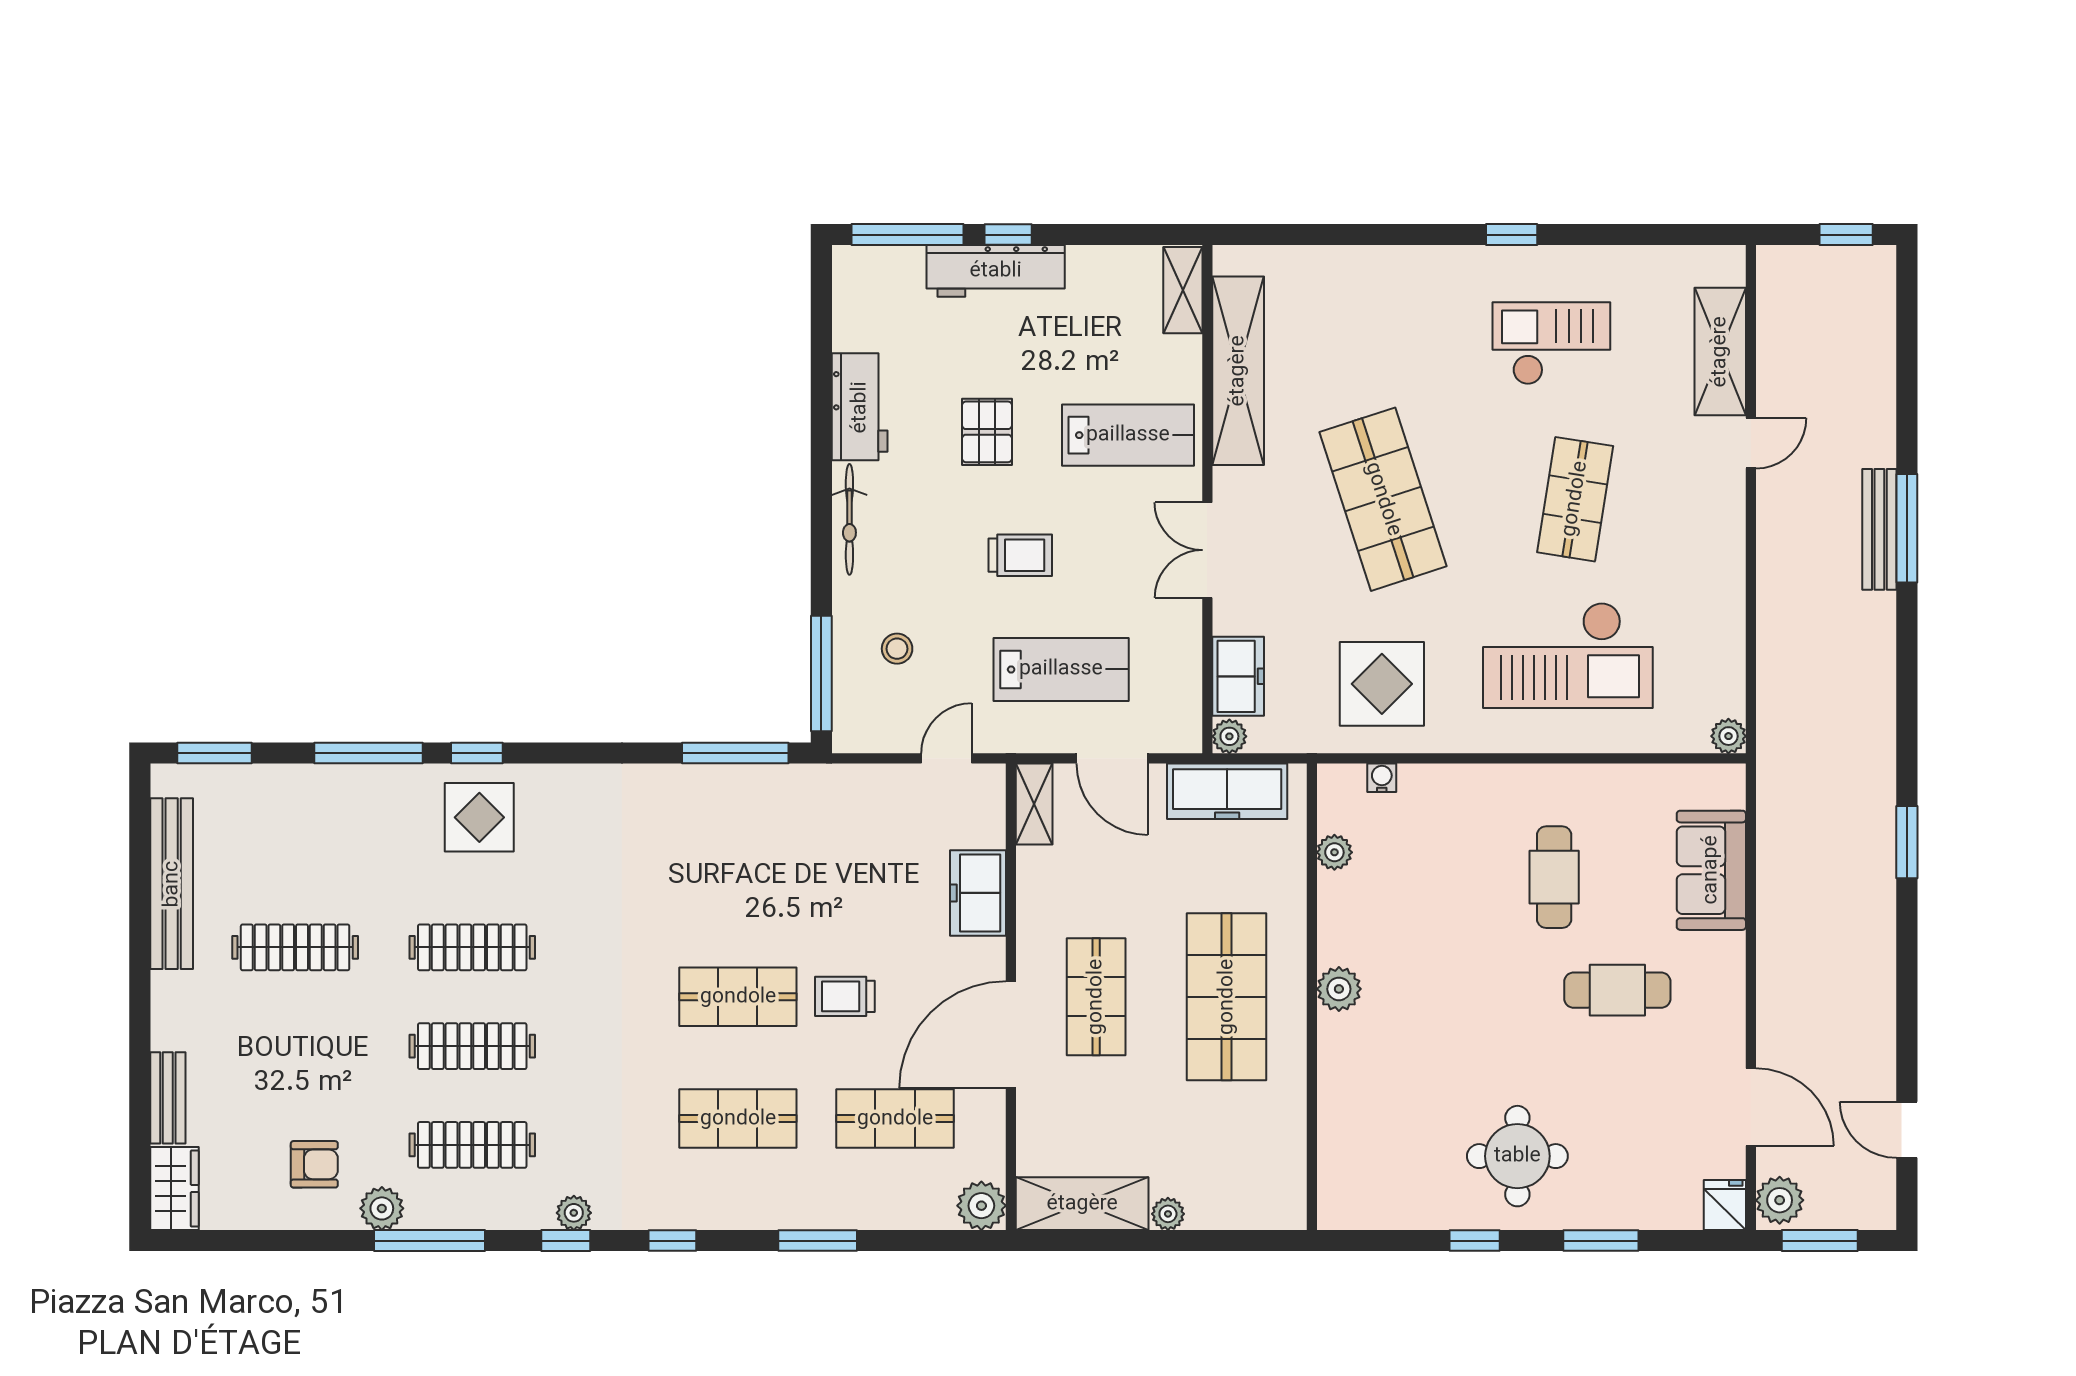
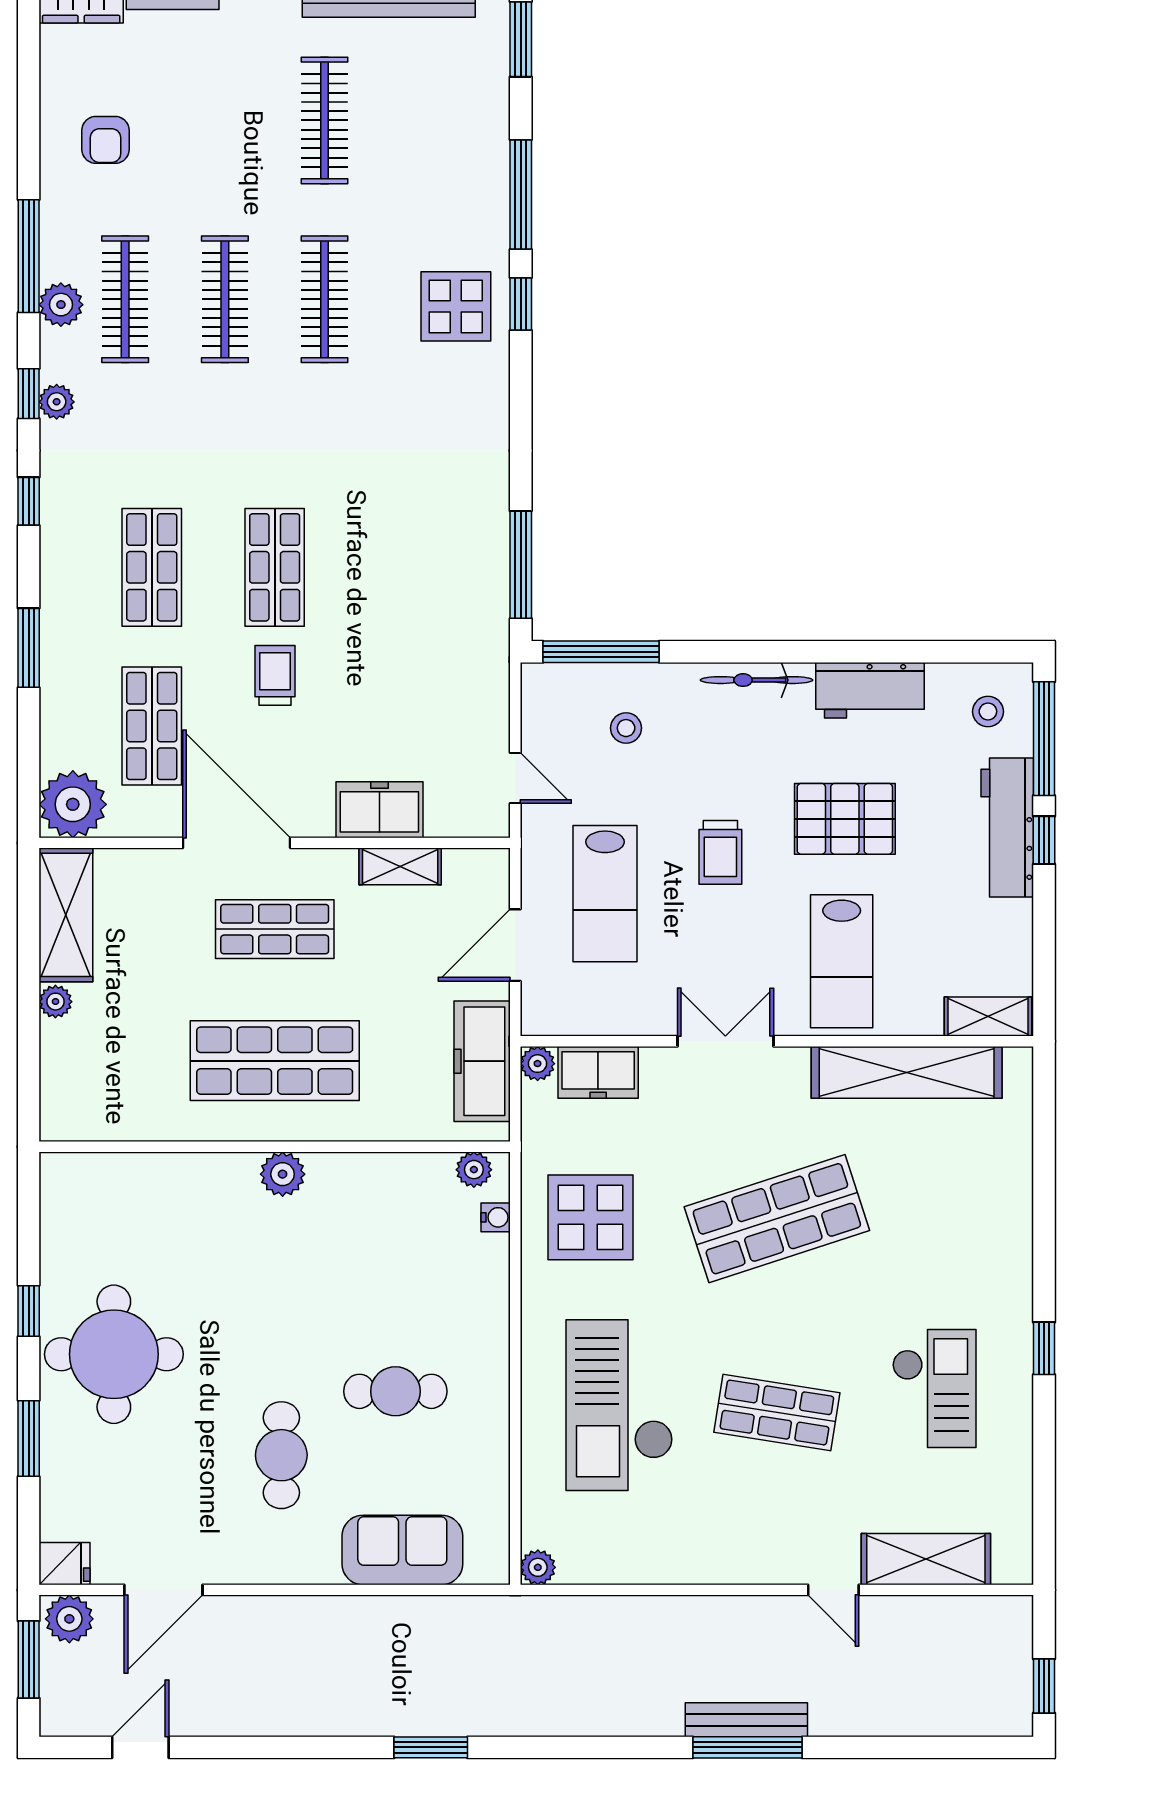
stool: (881, 290) -> (988, 712), added
pallet: (987, 432) -> (845, 819), width x1.50, depth x1.42
shelving: (1034, 804) -> (400, 866), moved
plant: (1334, 852) -> (474, 1170), moved
round table: (1517, 1156) -> (114, 1354), width x1.36, depth x1.36
plant: (981, 1206) -> (73, 804), width x1.36, depth x1.36
plant: (382, 1208) -> (61, 305), moved

